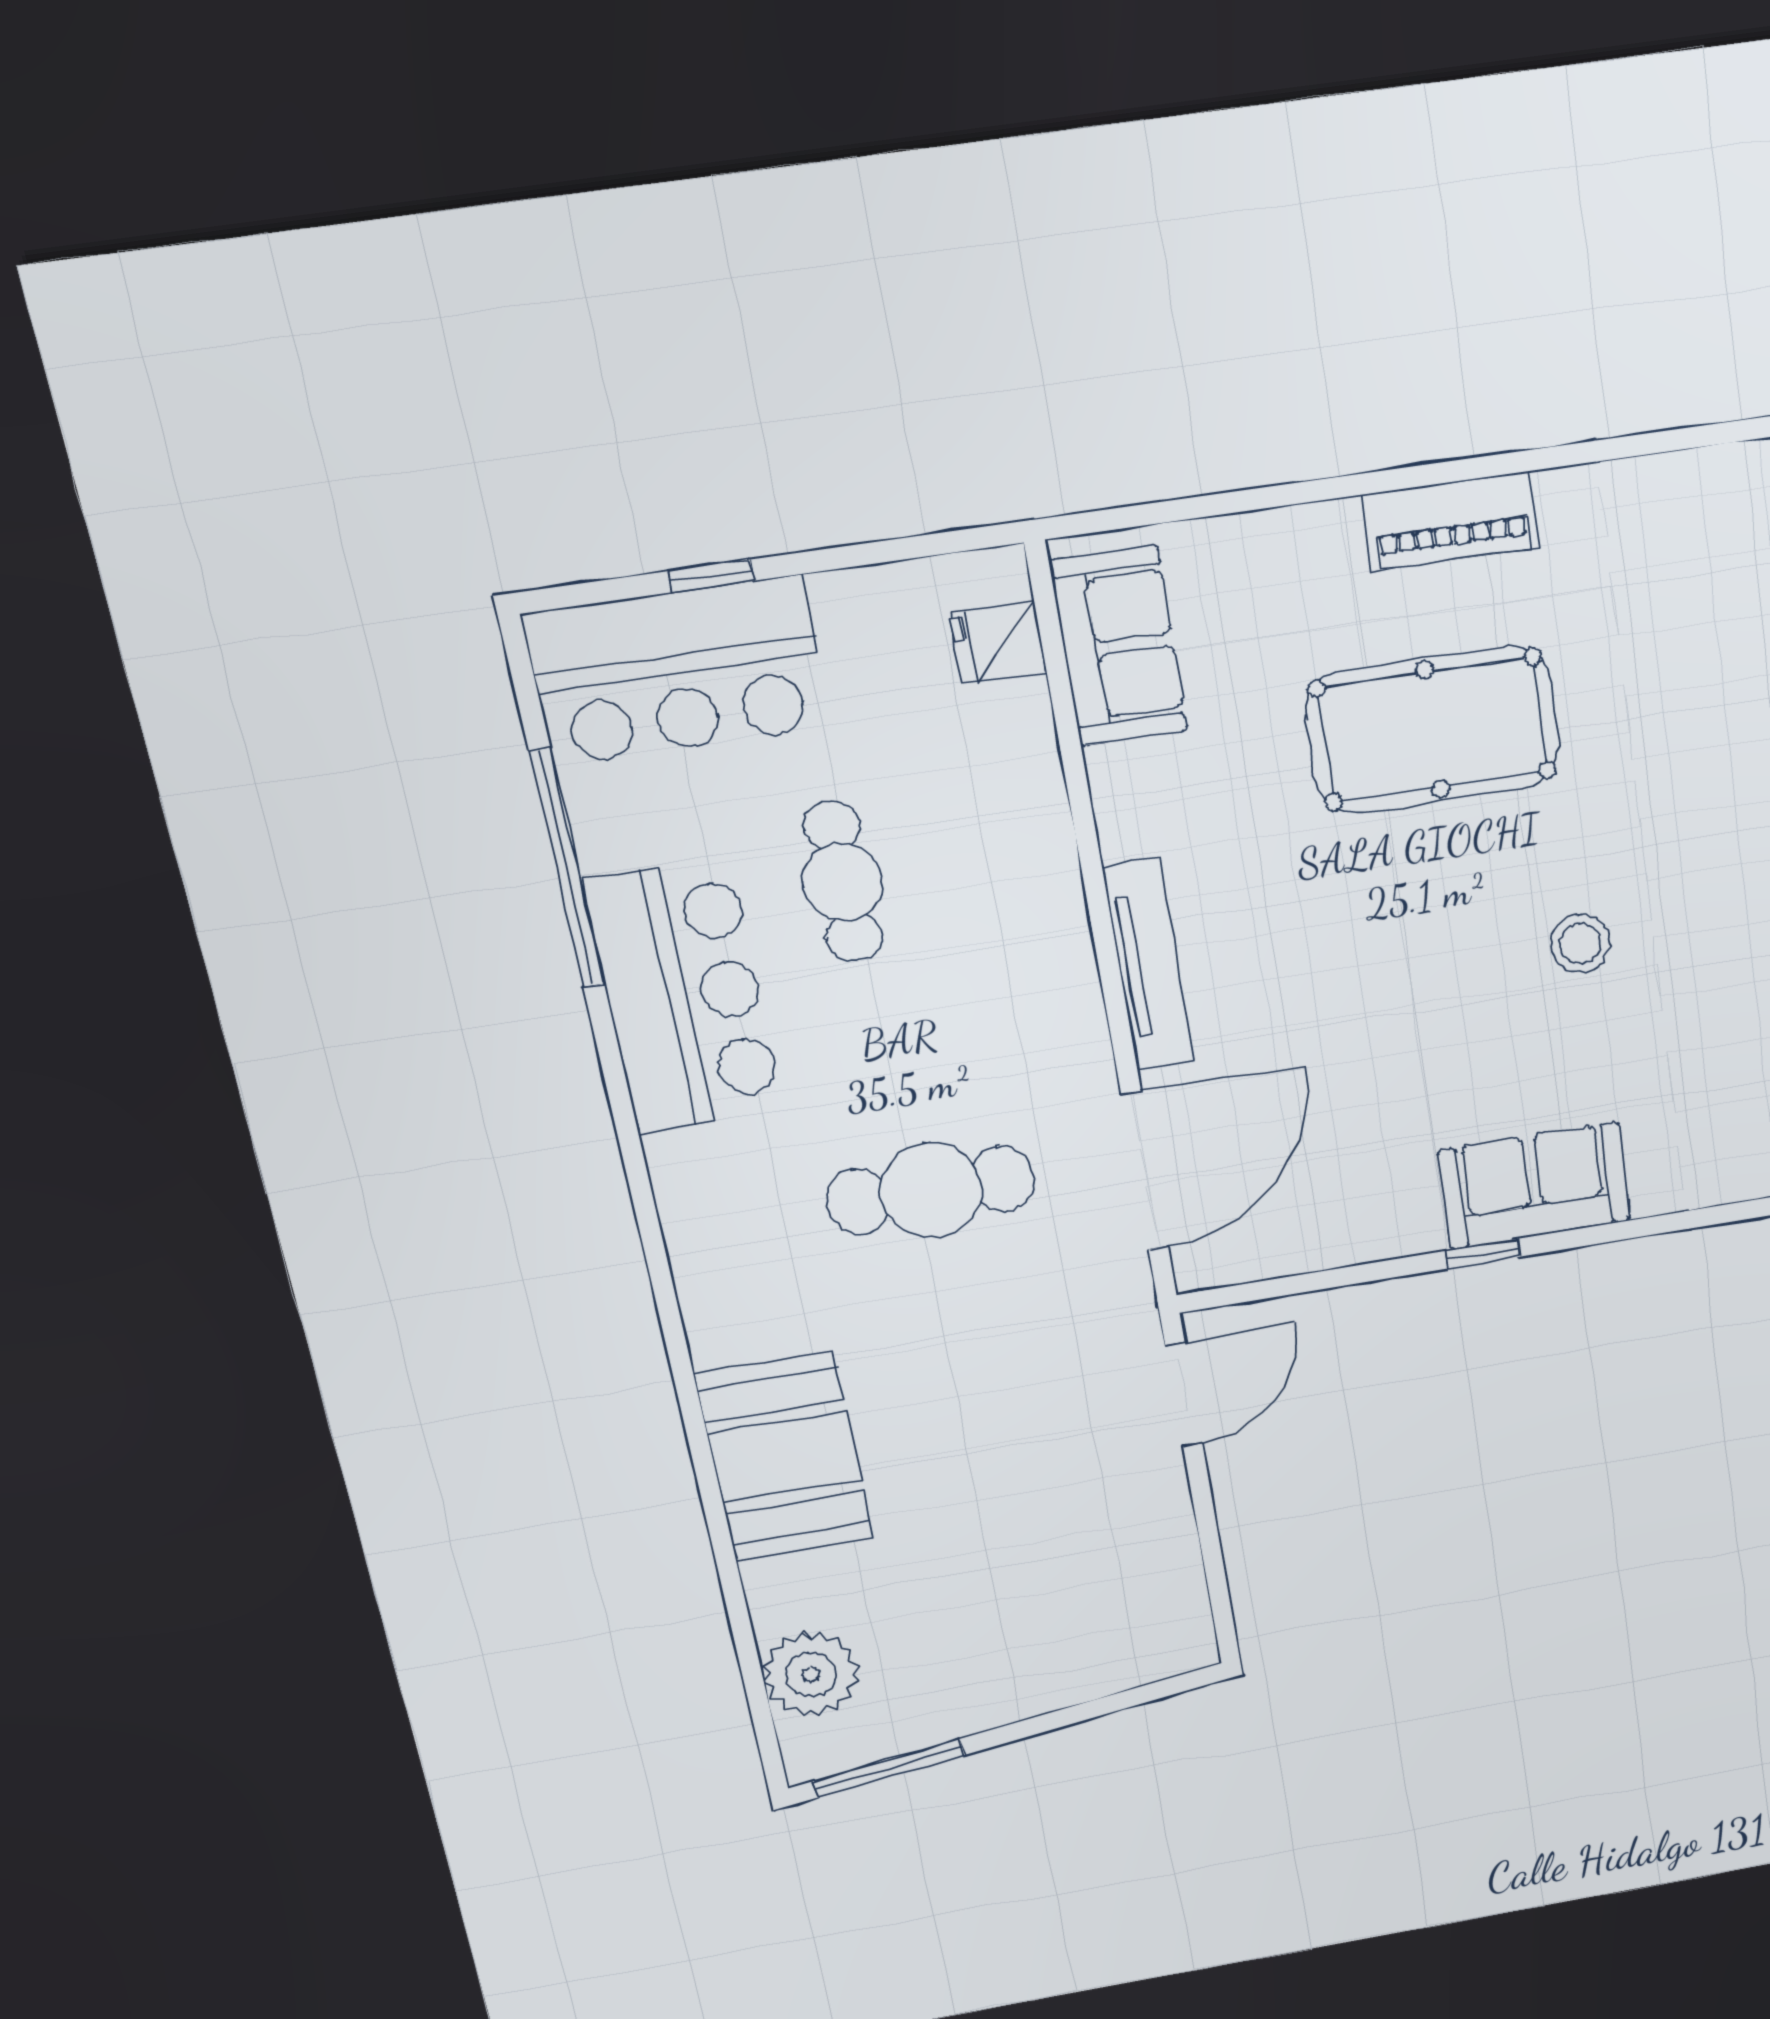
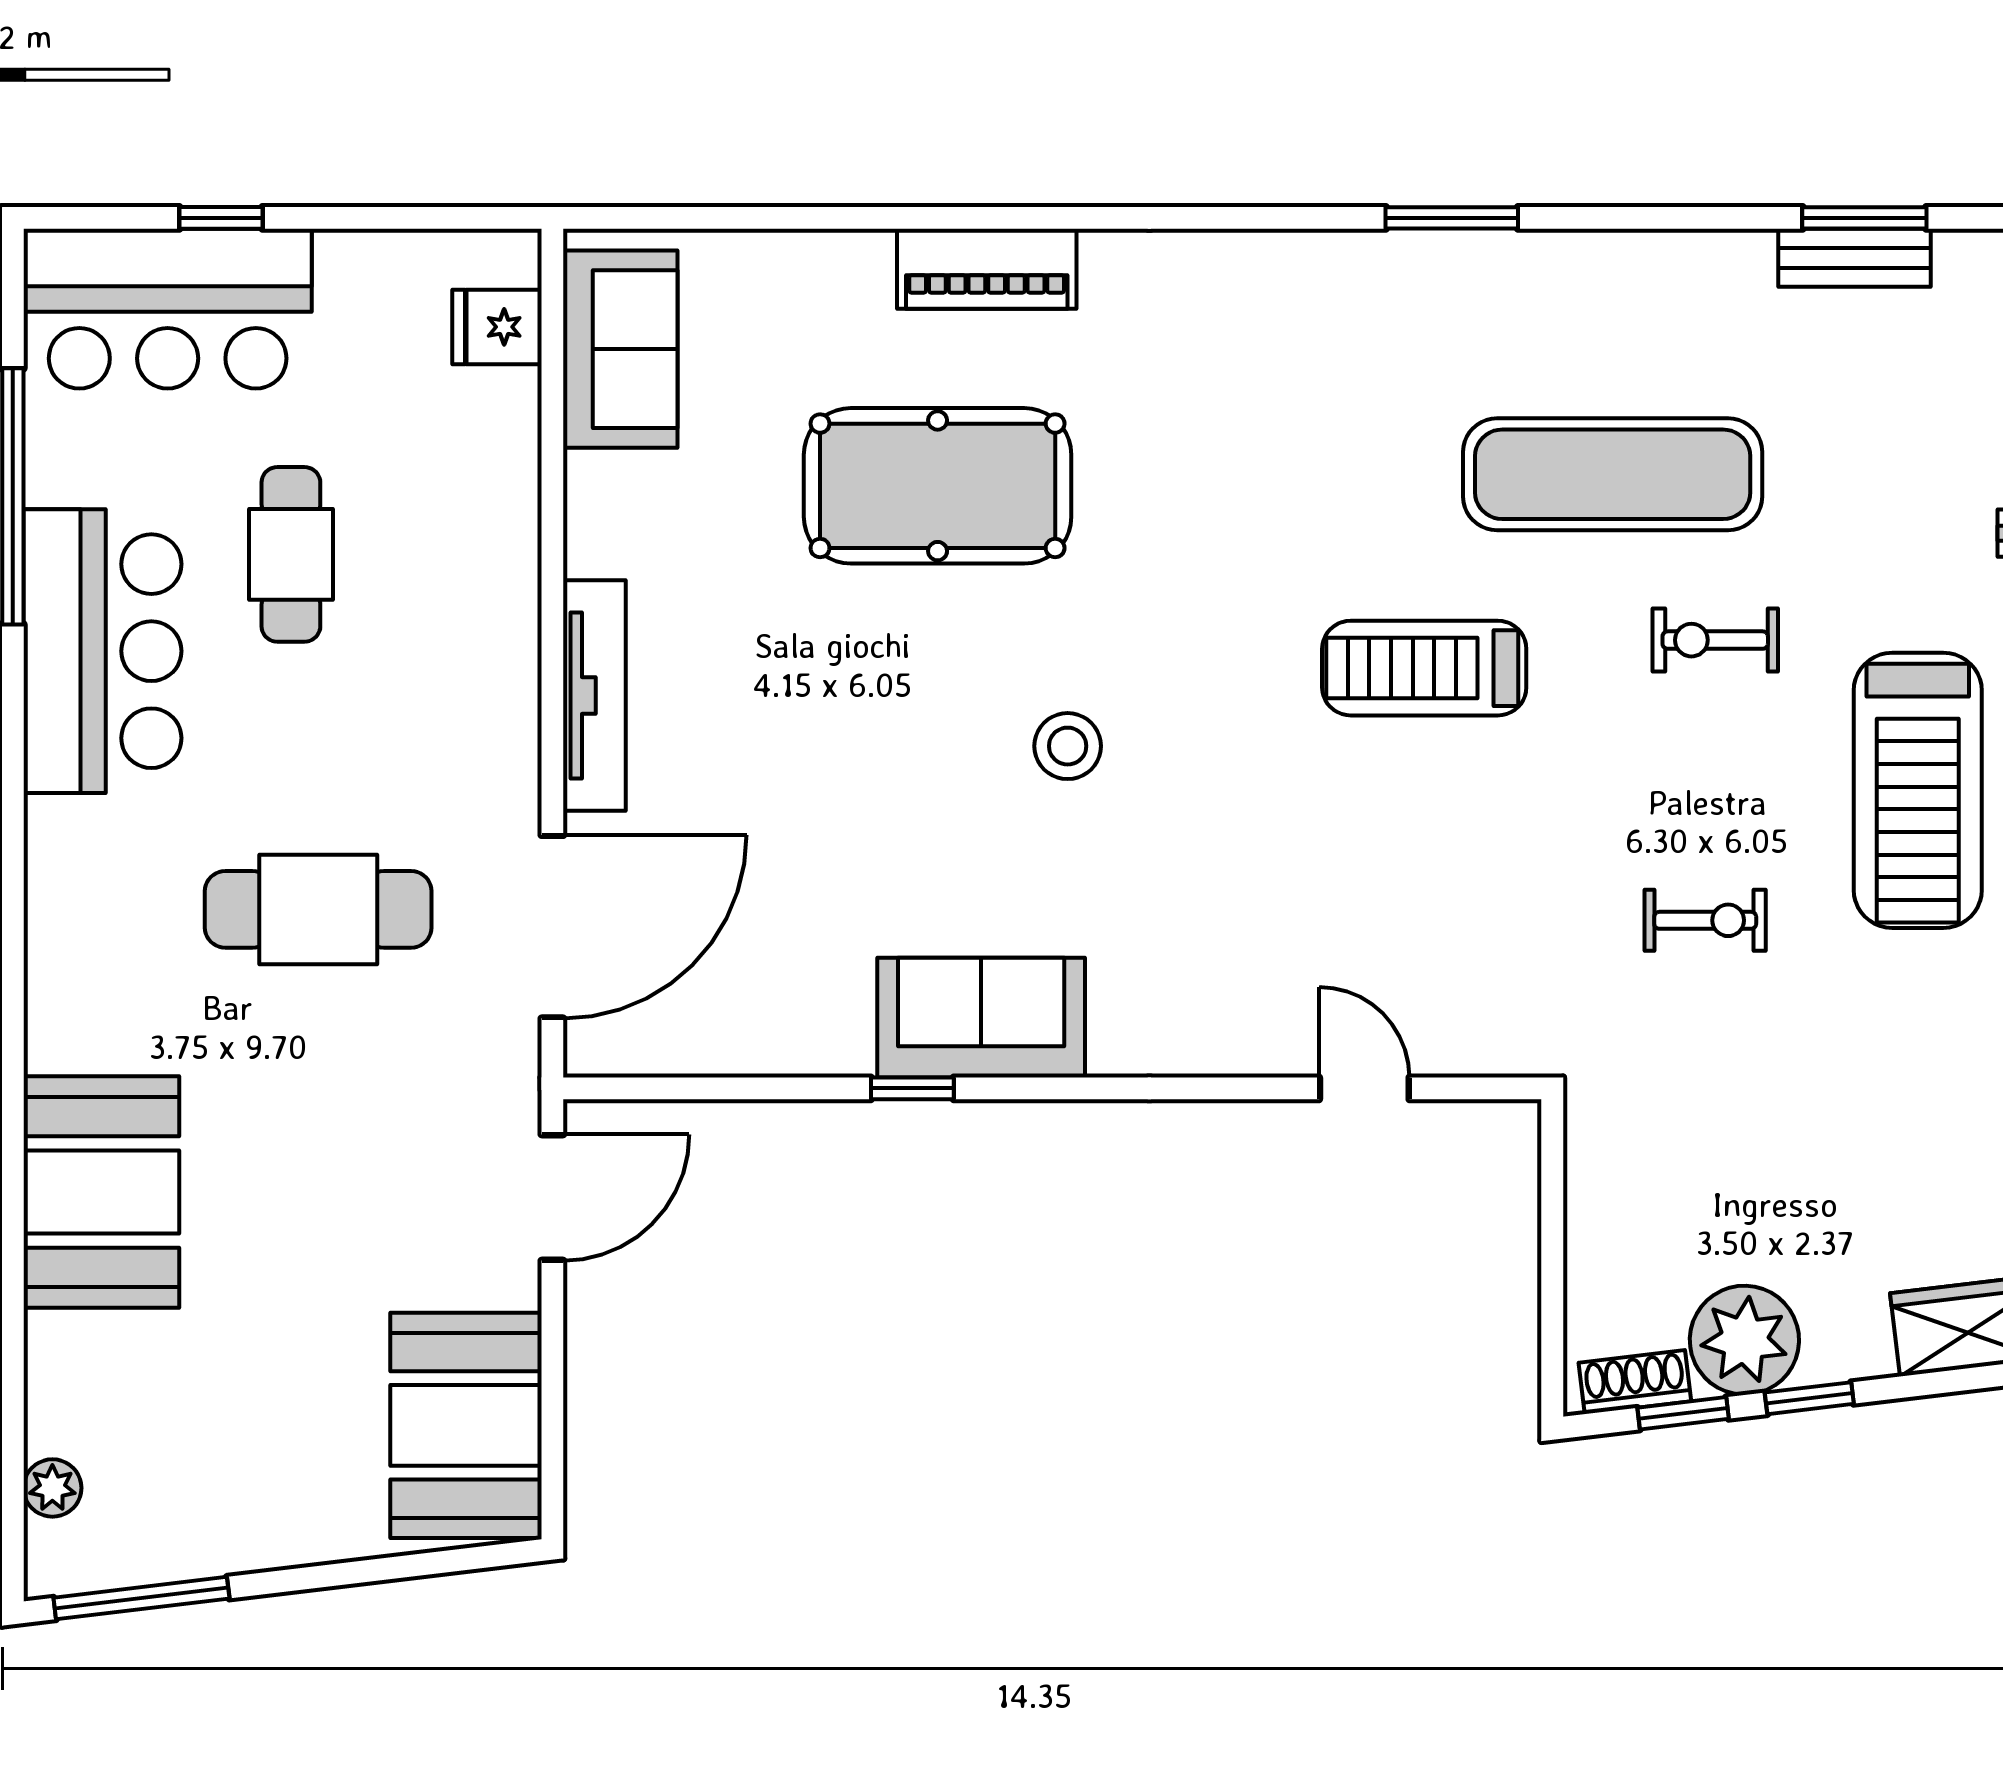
booth: (1141, 1587) -> (466, 1425), added
plant: (811, 1674) -> (52, 1488), width x0.53, depth x0.53

